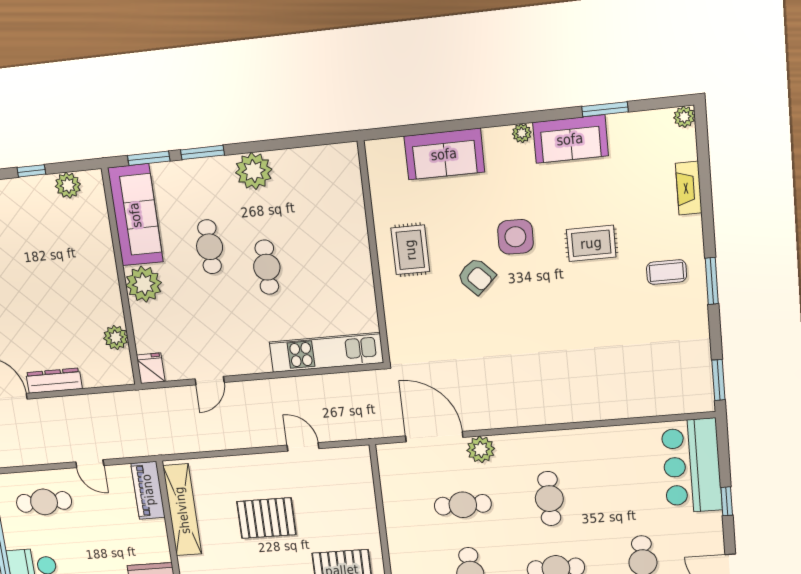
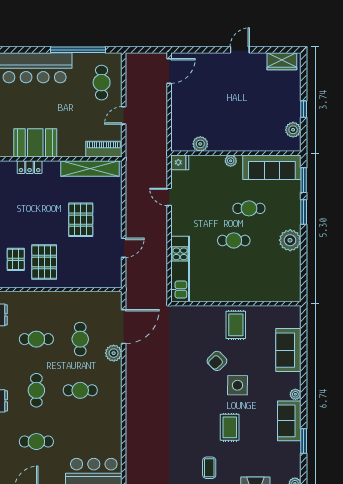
rug: (410, 250) -> (236, 325), turned 90
plant: (144, 284) -> (231, 161), width x0.53, depth x0.53
dresser: (54, 381) -> (177, 102), removed

